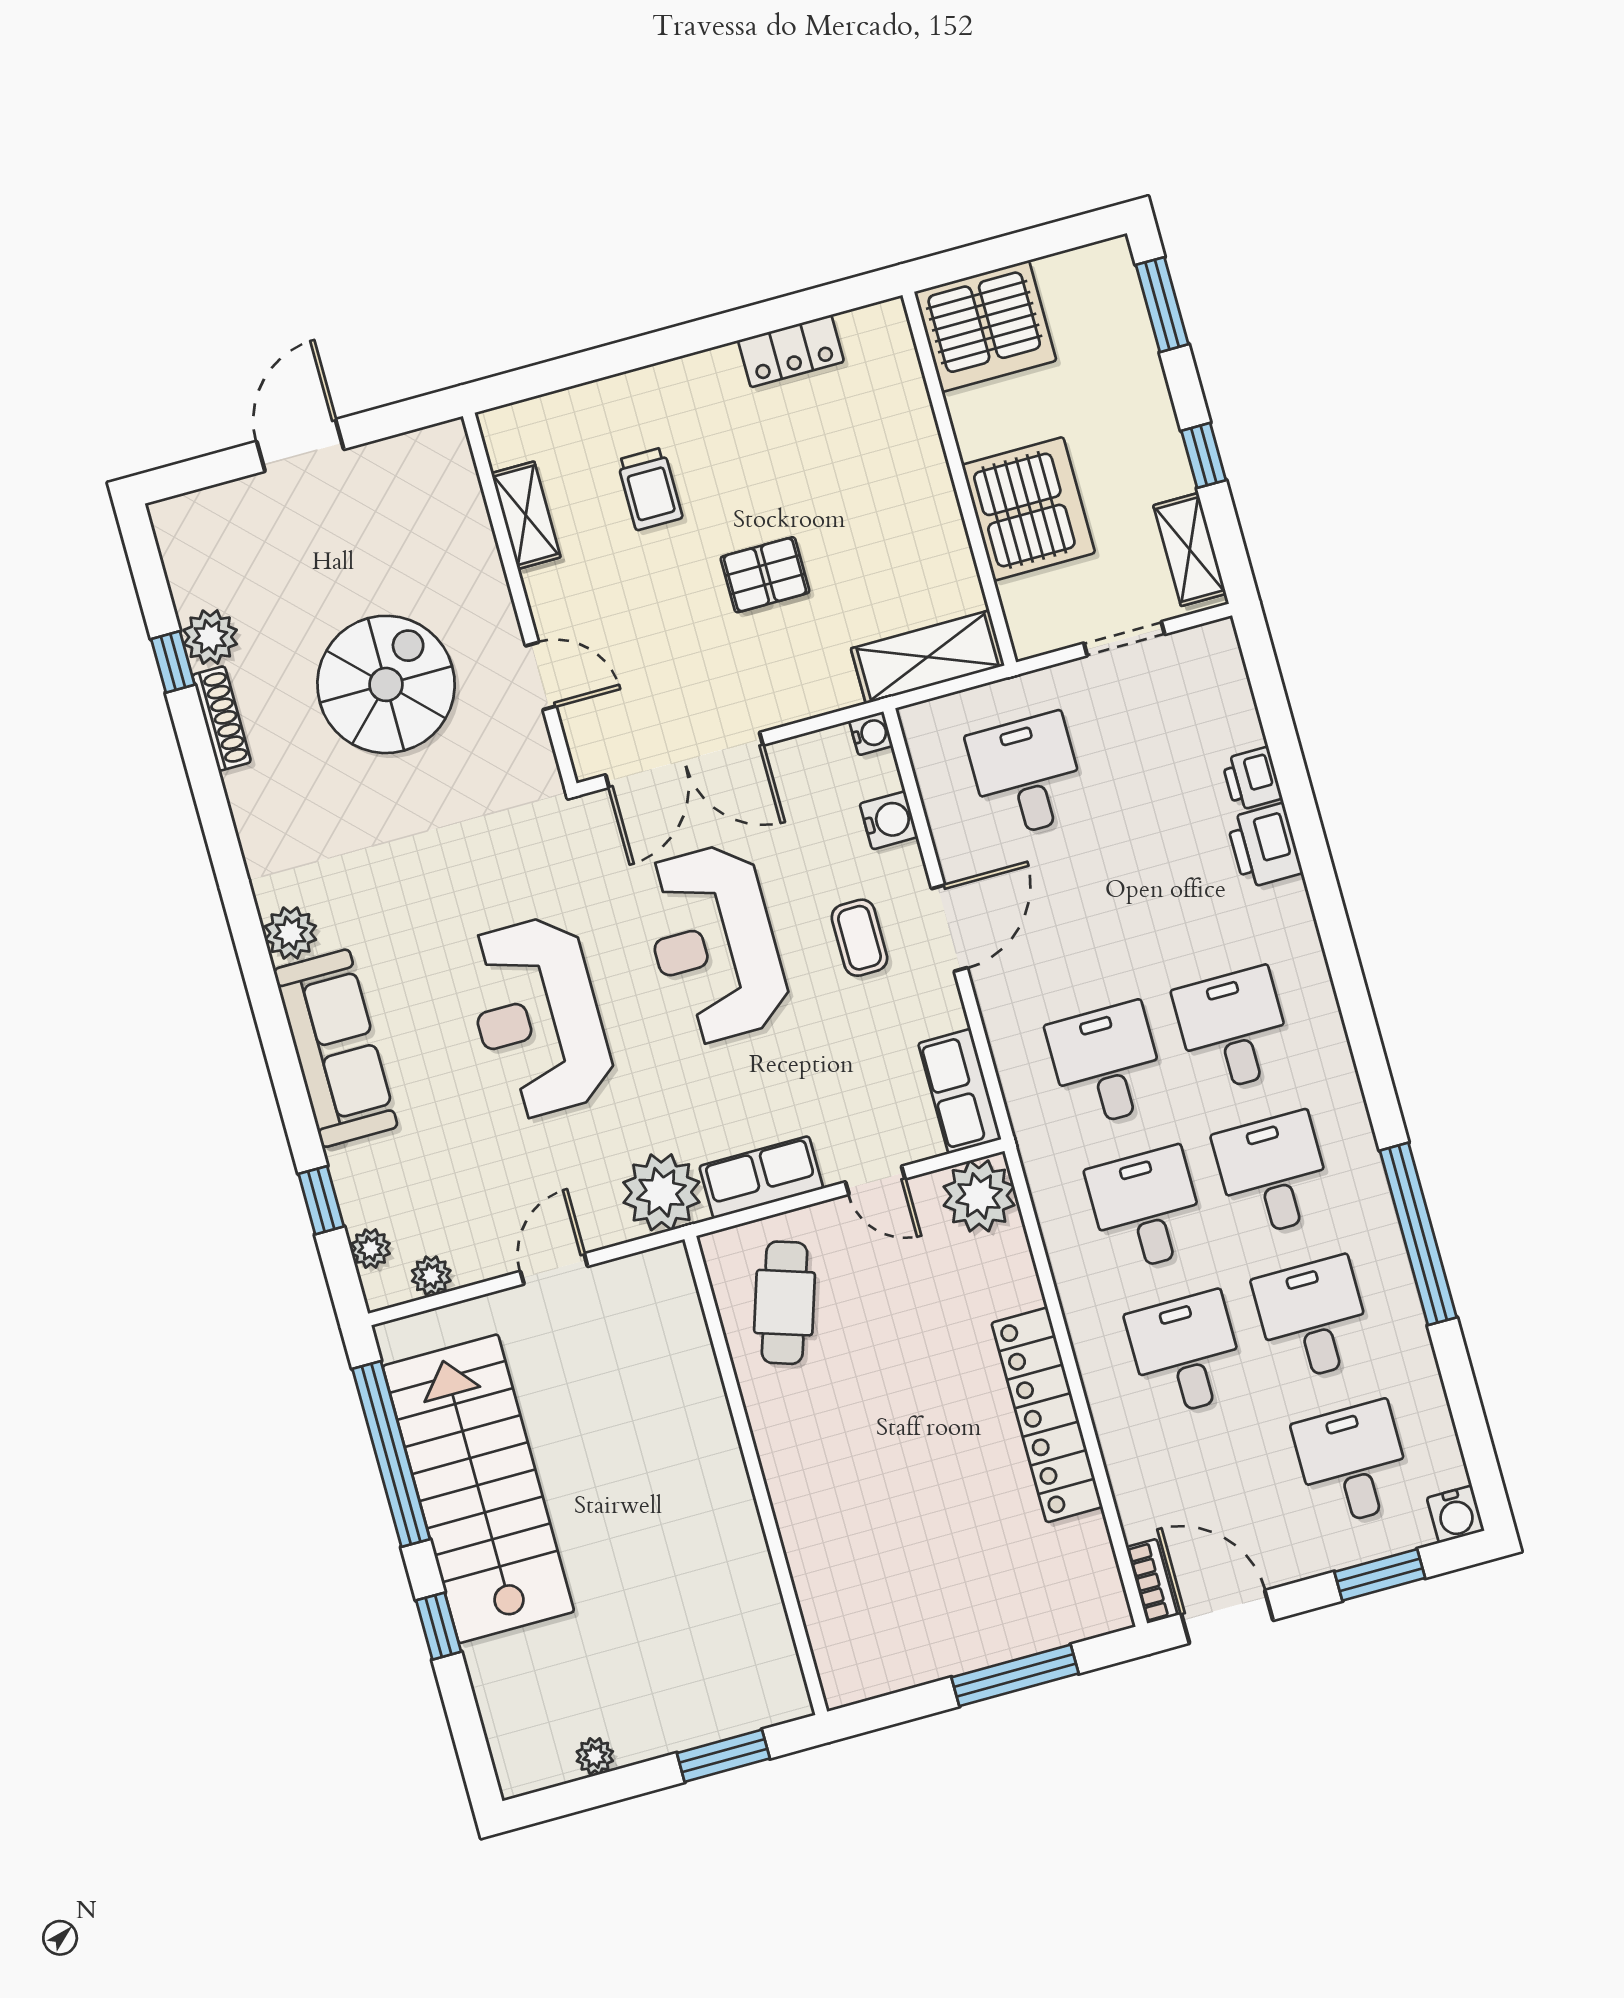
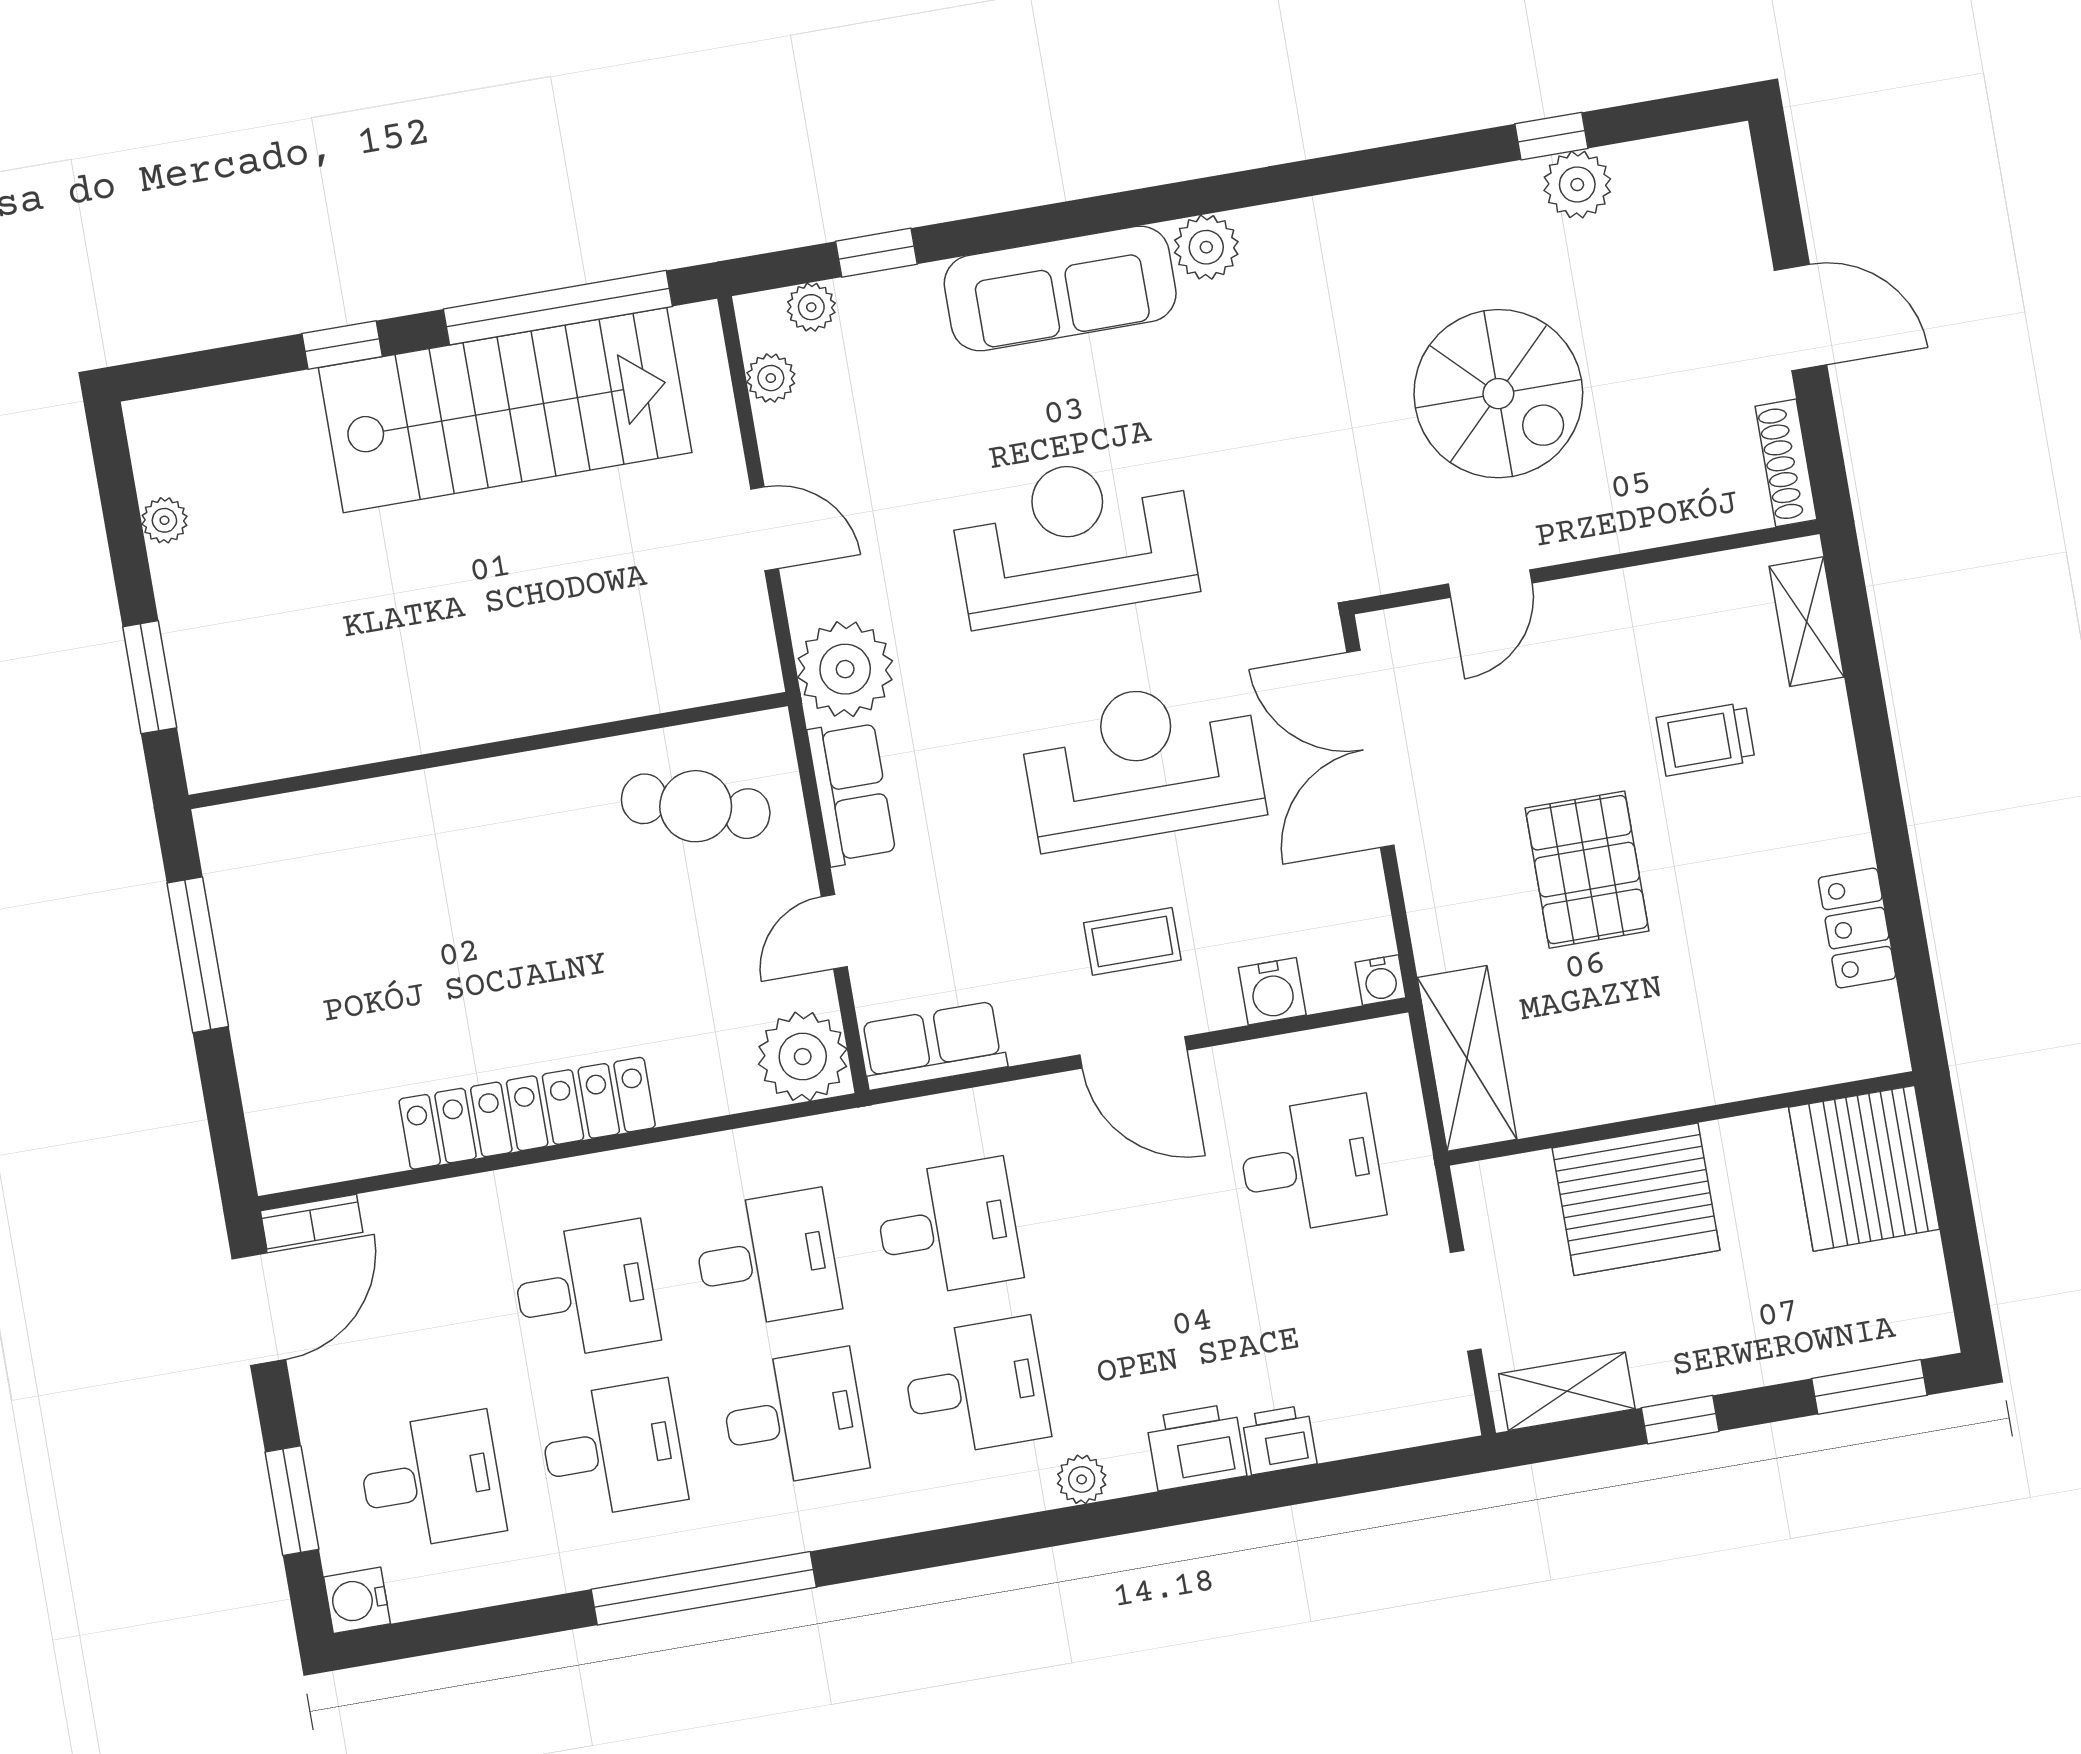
shelving: (526, 515) -> (1807, 622), moved, turned 90
pallet: (765, 575) -> (1587, 870), width x1.50, depth x1.42
shoe rack: (222, 719) -> (1786, 463), moved, turned 90
plant: (1300, 936) -> (1082, 1479), added
window: (1015, 1675) -> (198, 955), moved

